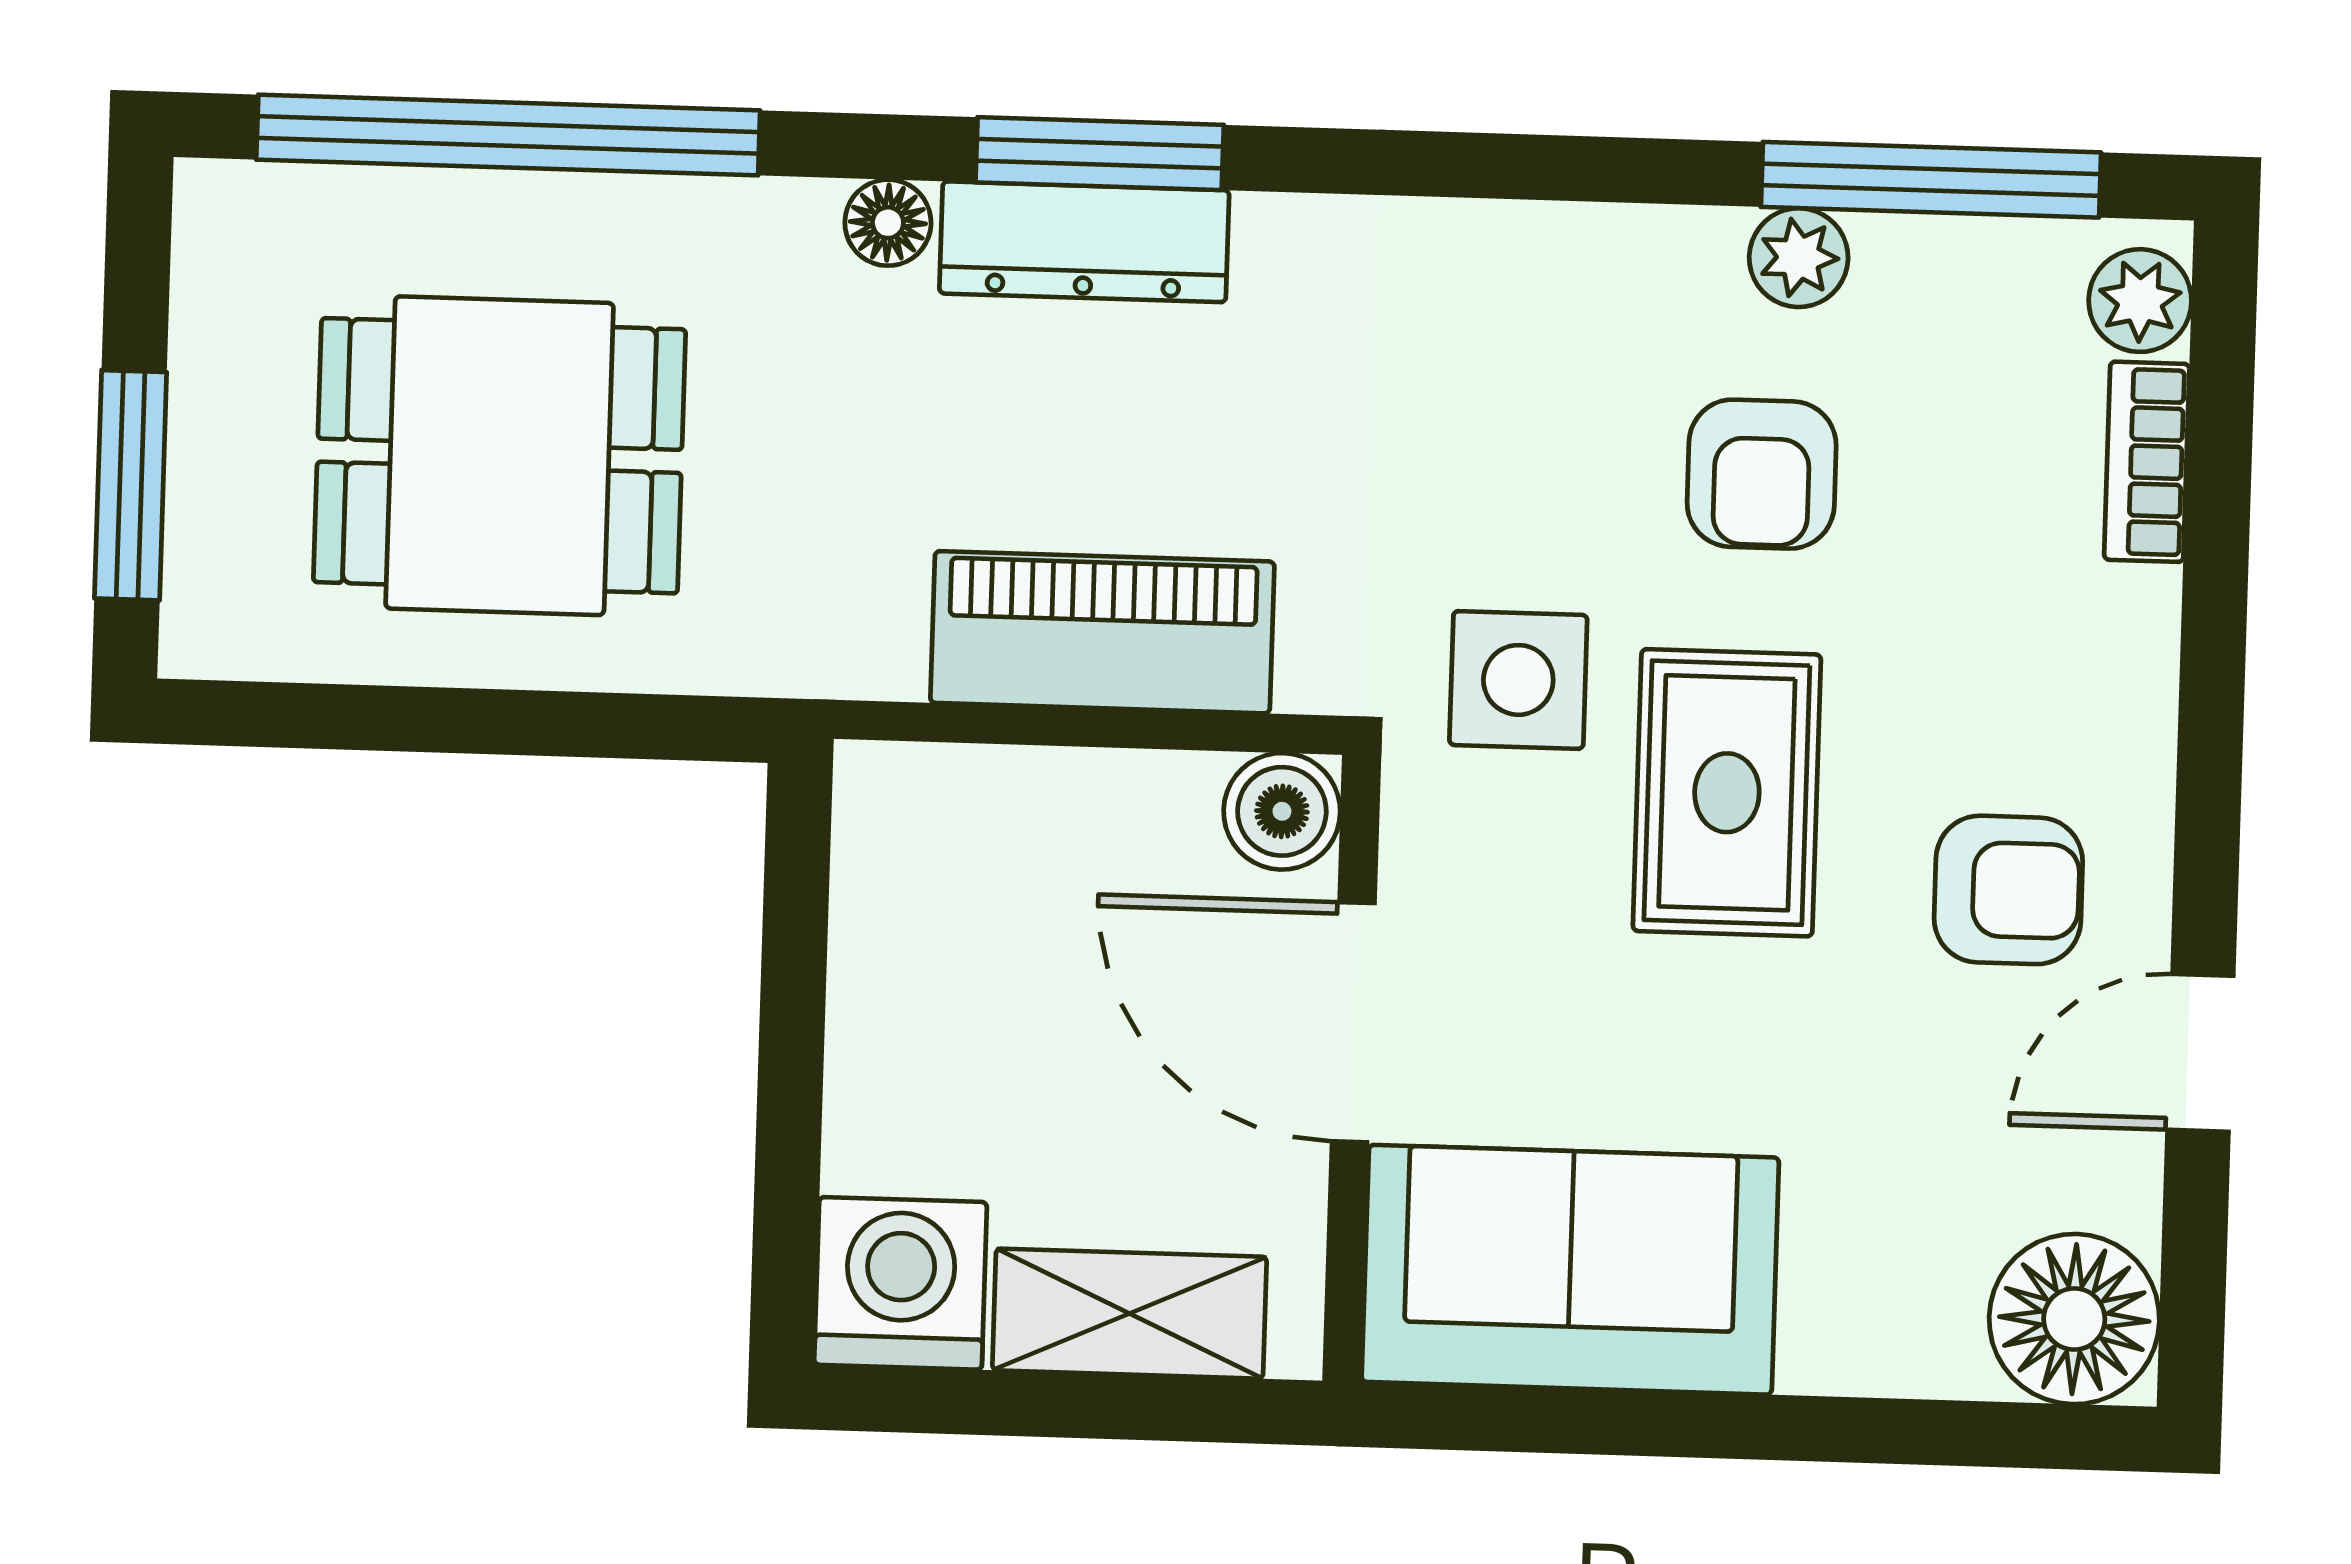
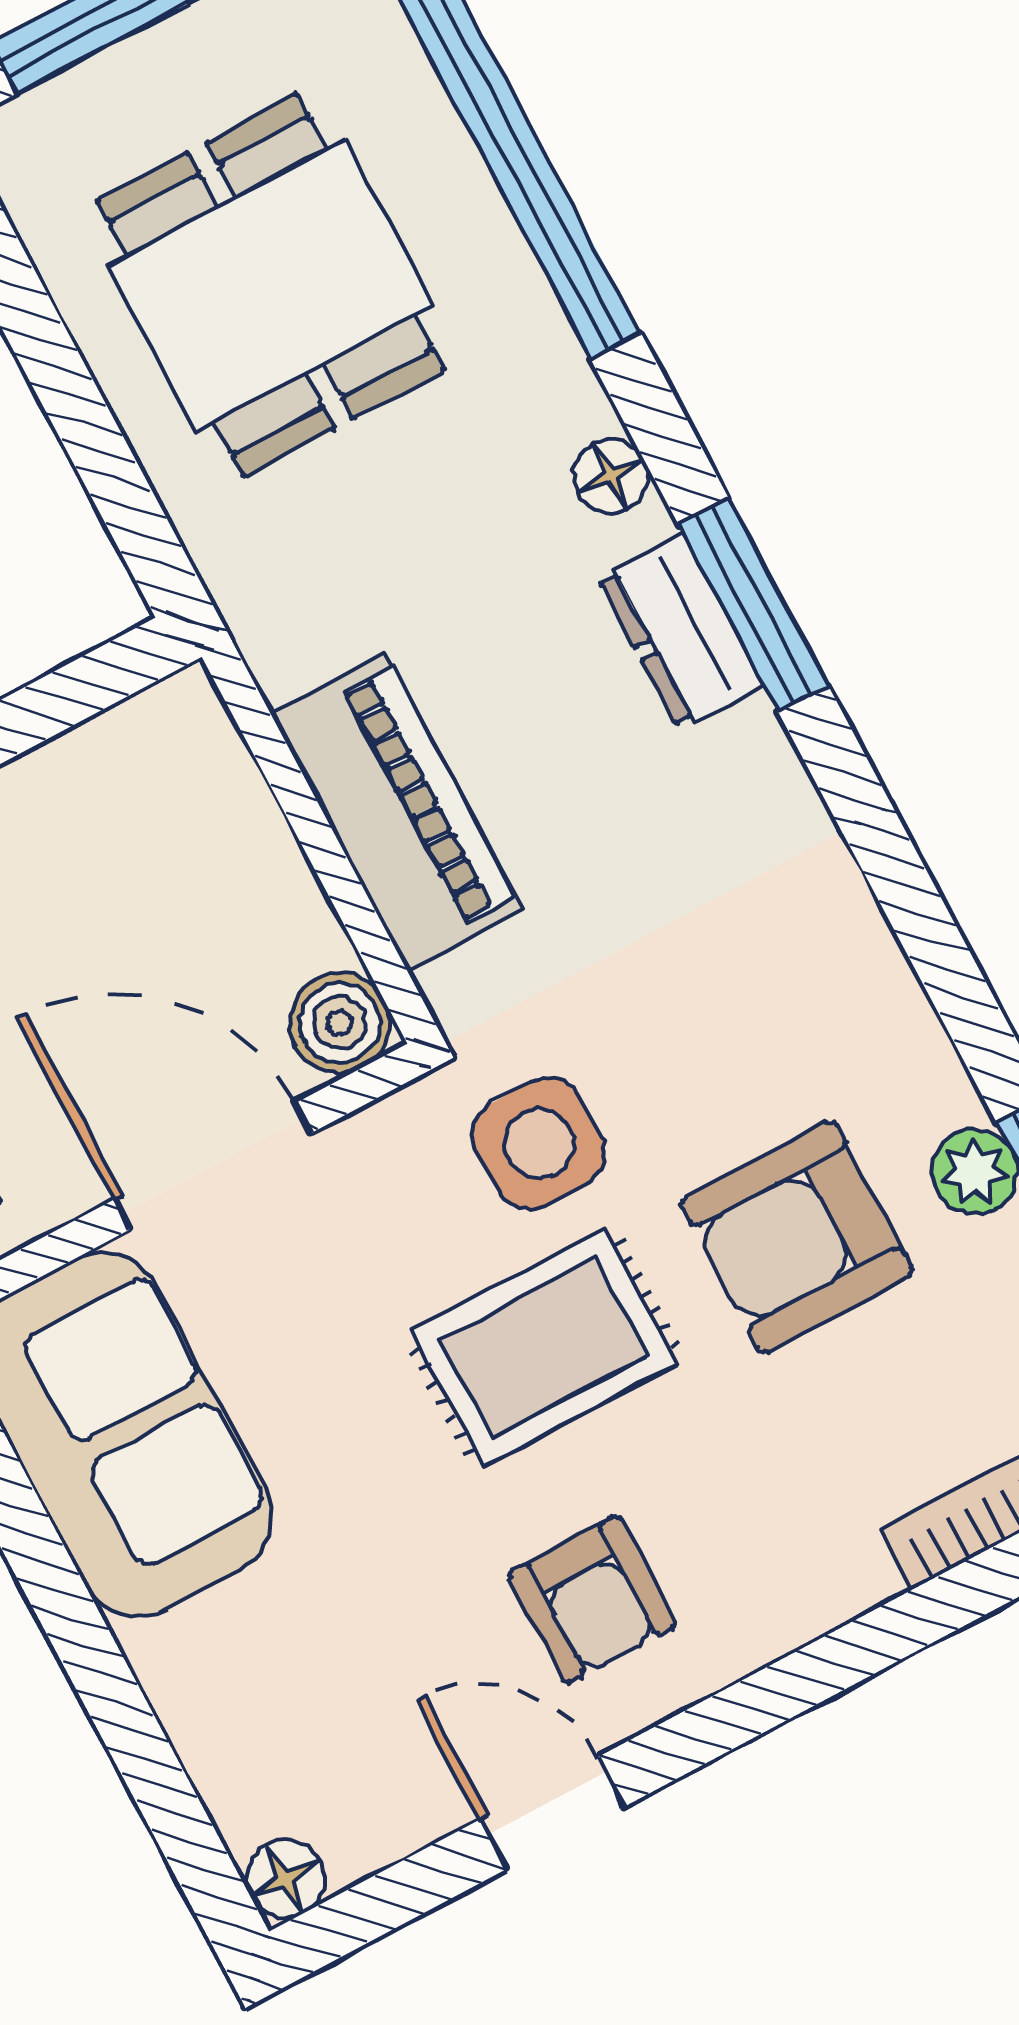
dresser: (1084, 242) -> (681, 631), width x0.70
armchair: (1762, 474) -> (797, 1237), width x1.38, depth x1.38
door: (1353, 1022) -> (213, 1166), hinge flipped
floor lamp: (2074, 1319) -> (285, 1879), width x0.53, depth x0.53

